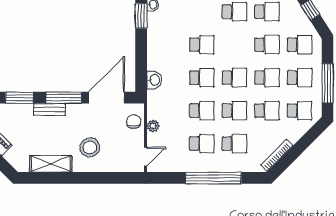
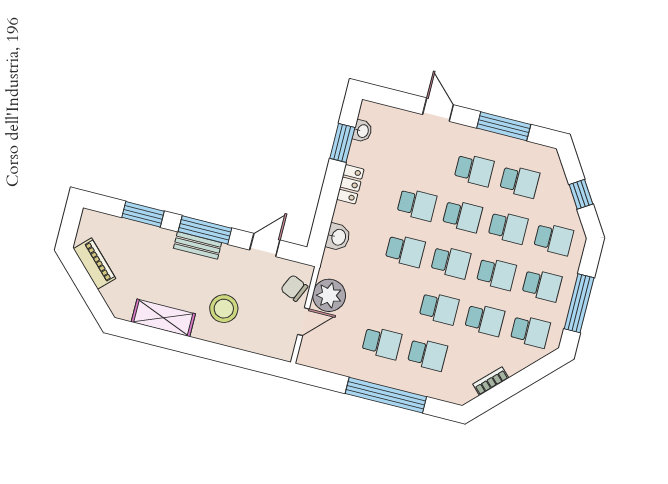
locker: (154, 42) -> (350, 184), added
door: (107, 98) -> (265, 245), width x0.53
bench: (49, 109) -> (197, 245), moved
school desk: (202, 111) -> (462, 216), moved
chair: (134, 122) -> (294, 288), turned -66
plant: (153, 126) -> (329, 295), width x1.88, depth x1.88
bookcase: (277, 155) -> (491, 381), width x0.64
door: (146, 157) -> (303, 322), moved

